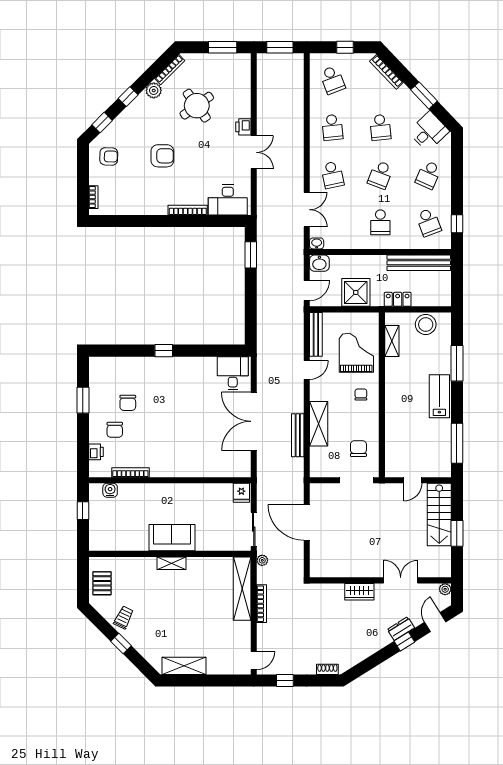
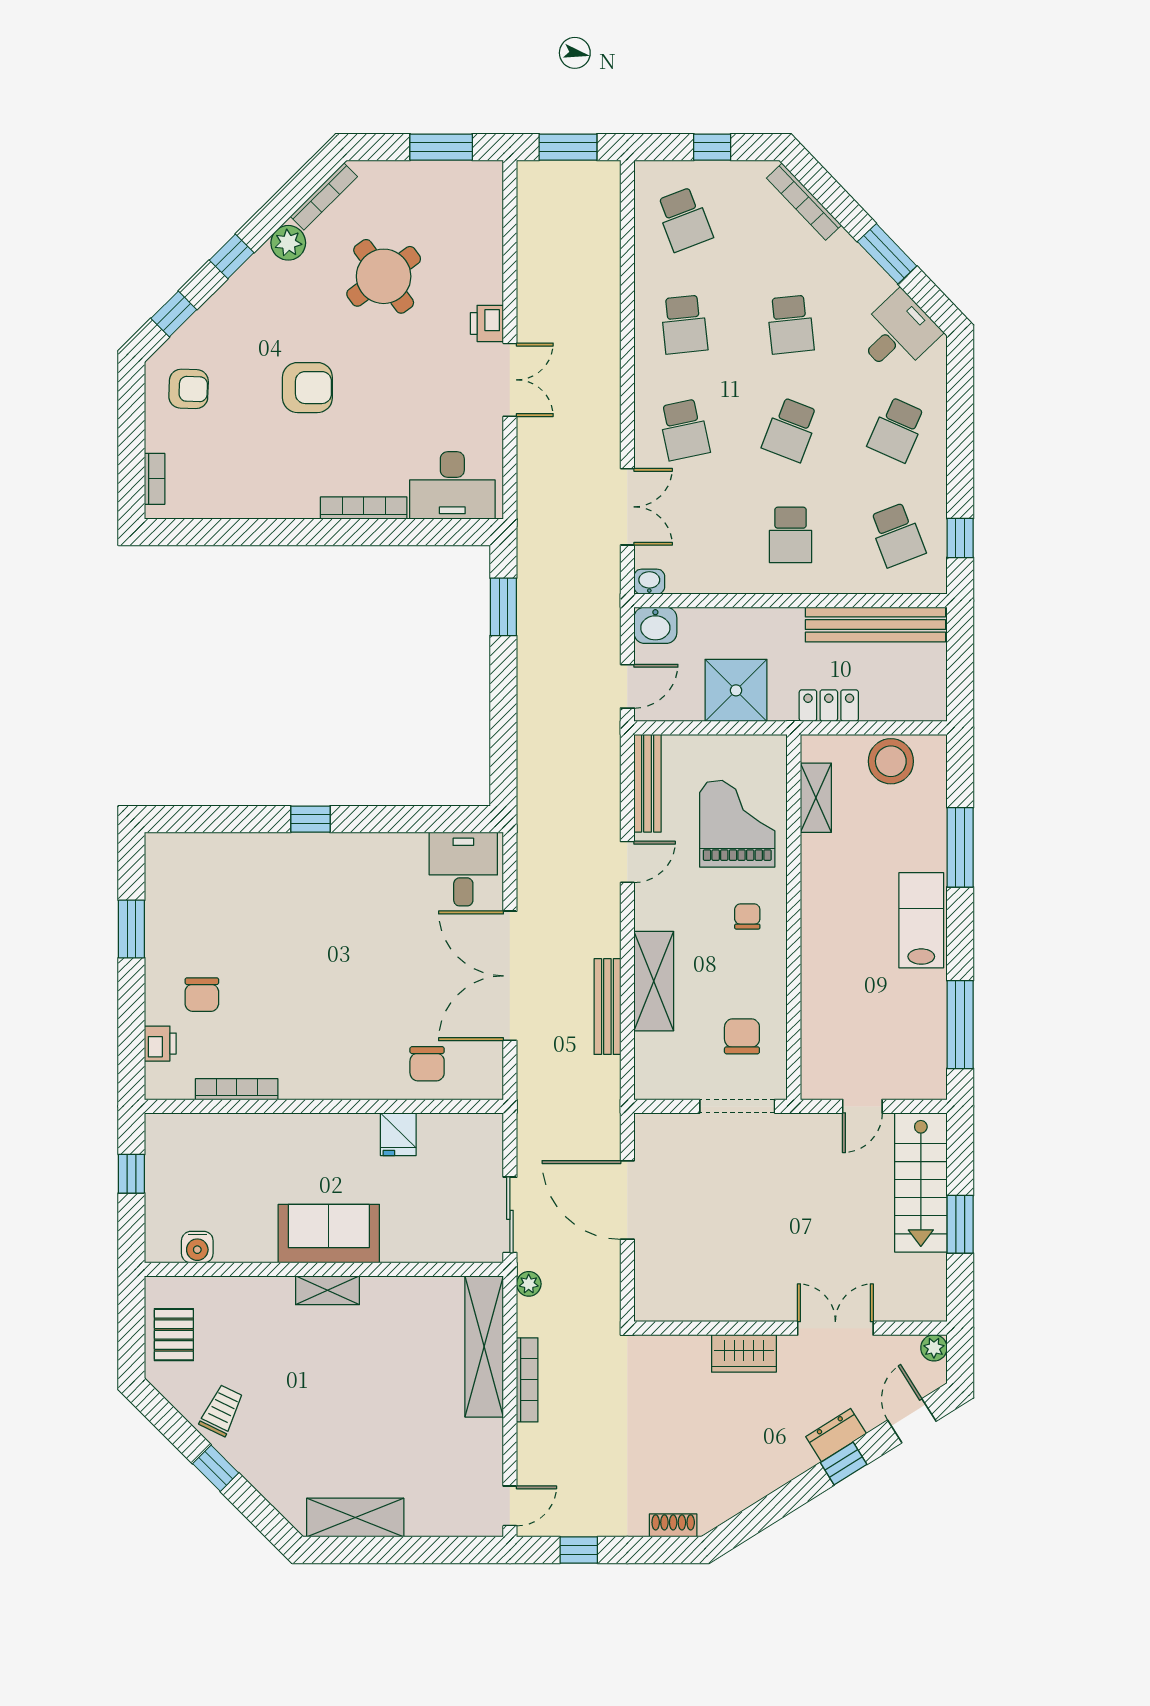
chair: (128, 403) -> (427, 1064), moved
water cooler: (110, 490) -> (197, 1247), moved, turned 180
fridge: (241, 493) -> (398, 1134), moved

